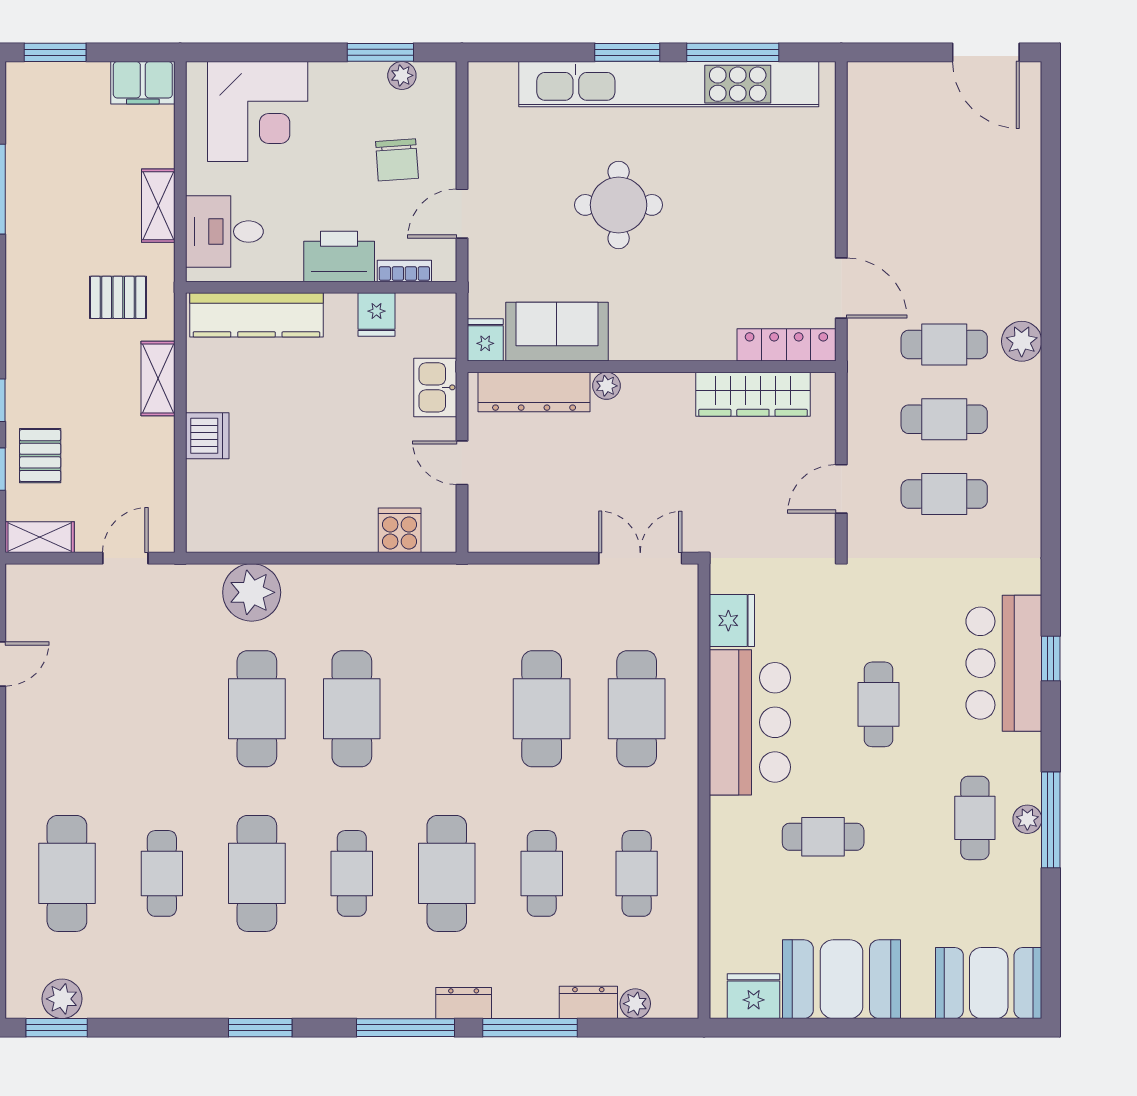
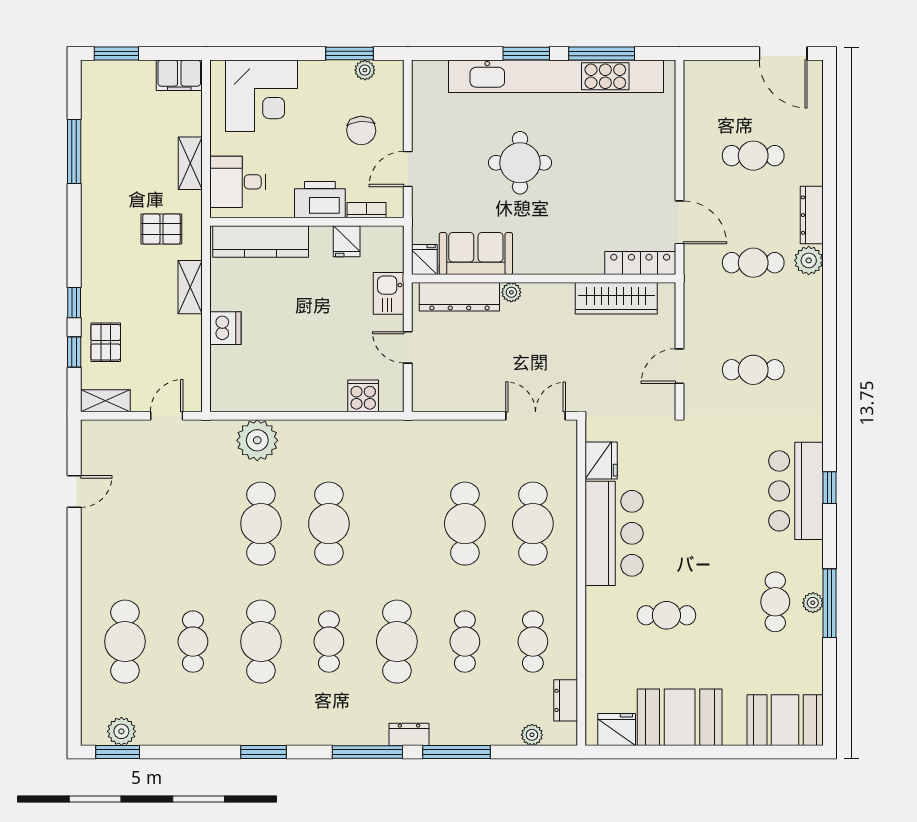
dresser: (1026, 278) -> (812, 215), added
cafe table: (944, 419) -> (753, 156), moved
cafe table: (879, 704) -> (706, 520), removed
dresser: (588, 1002) -> (566, 700), moved, turned -90

